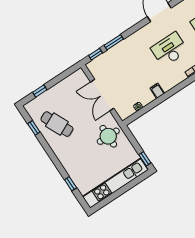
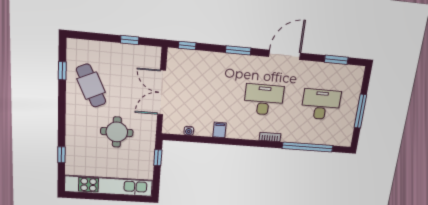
window: (114, 42) -> (238, 50), moved
window: (40, 91) -> (130, 40), moved
round table: (108, 136) -> (117, 132), moved
window: (145, 159) -> (158, 158), moved

